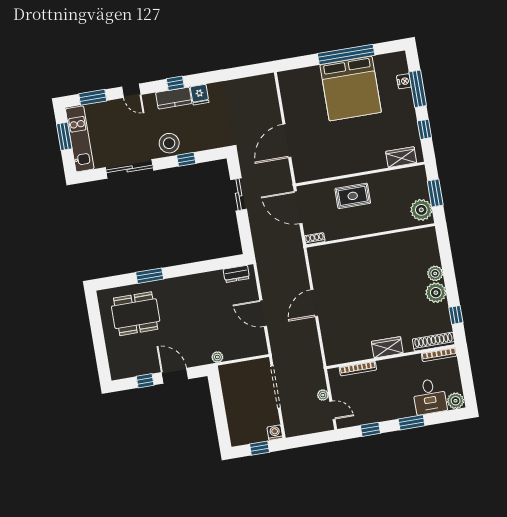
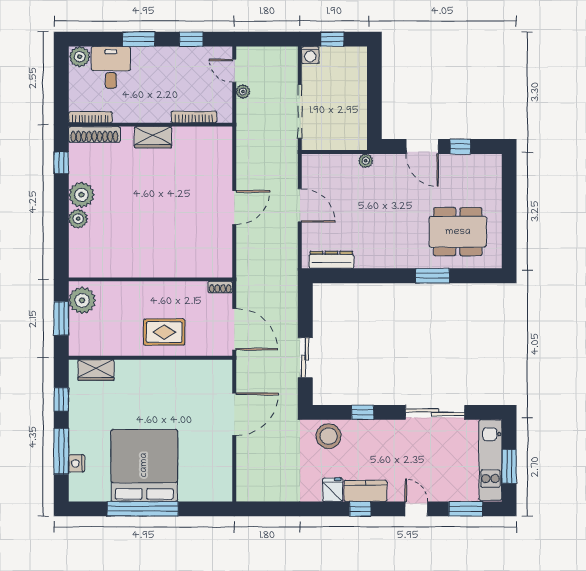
stool: (169, 143) -> (329, 436), moved
dresser: (236, 274) -> (331, 260), width x1.44

